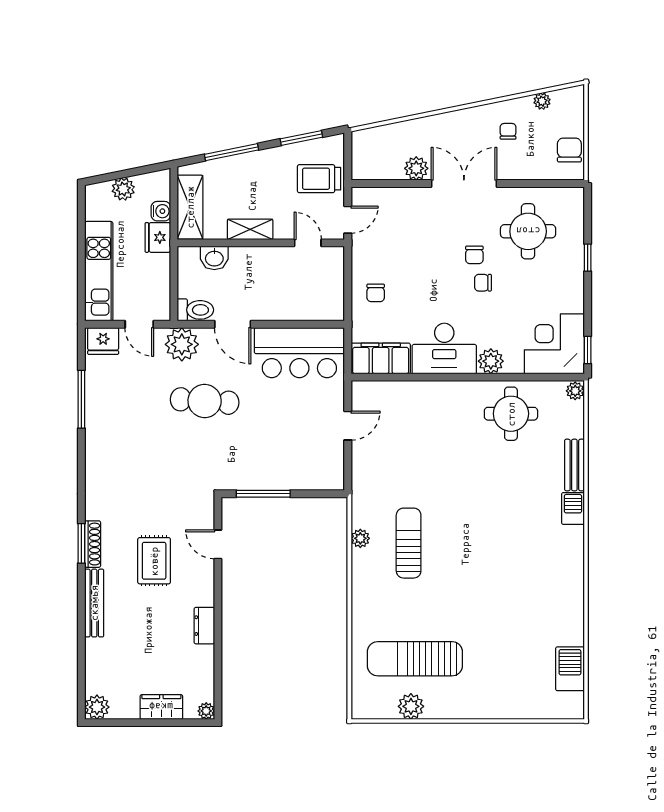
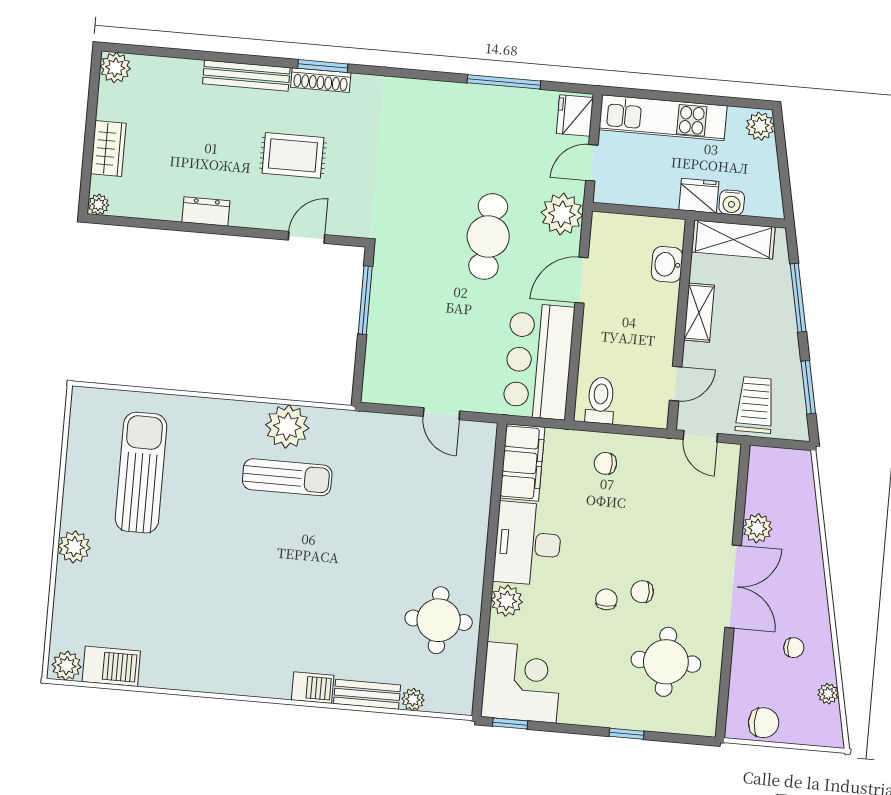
plant: (123, 189) -> (760, 126), moved
toilet: (195, 310) -> (600, 400), moved, turned 180
plant: (575, 391) -> (413, 699), moved
plant: (360, 538) -> (287, 426), width x1.87, depth x1.87
plant: (573, 704) -> (67, 666), added
plant: (411, 706) -> (74, 547), moved

